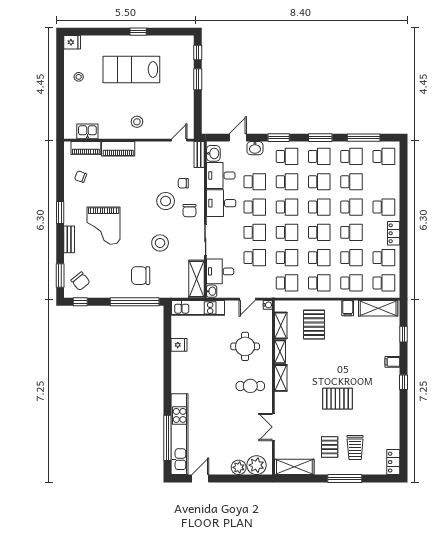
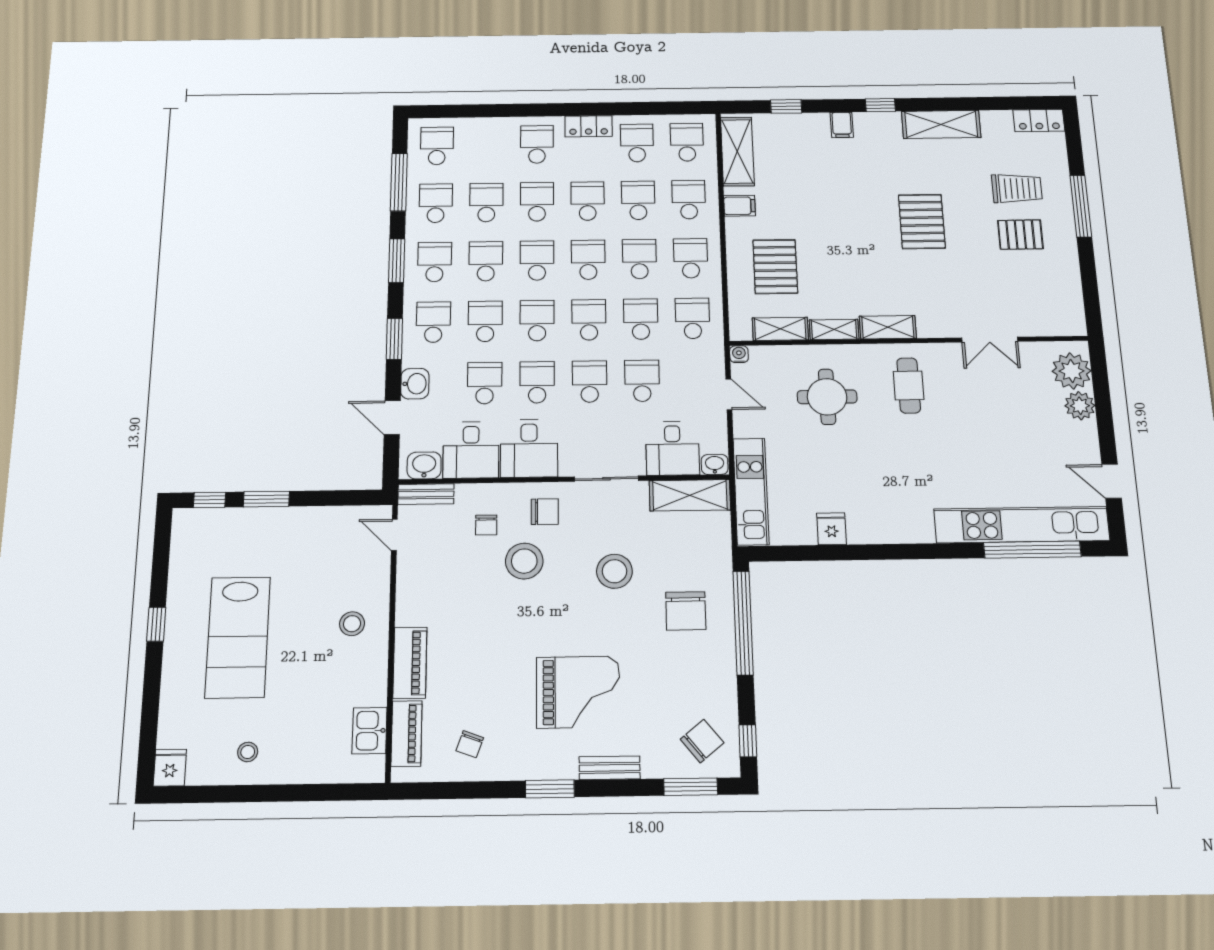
pallet: (314, 325) -> (775, 267), turned 90
shelving: (294, 467) -> (941, 124), moved, turned 90

